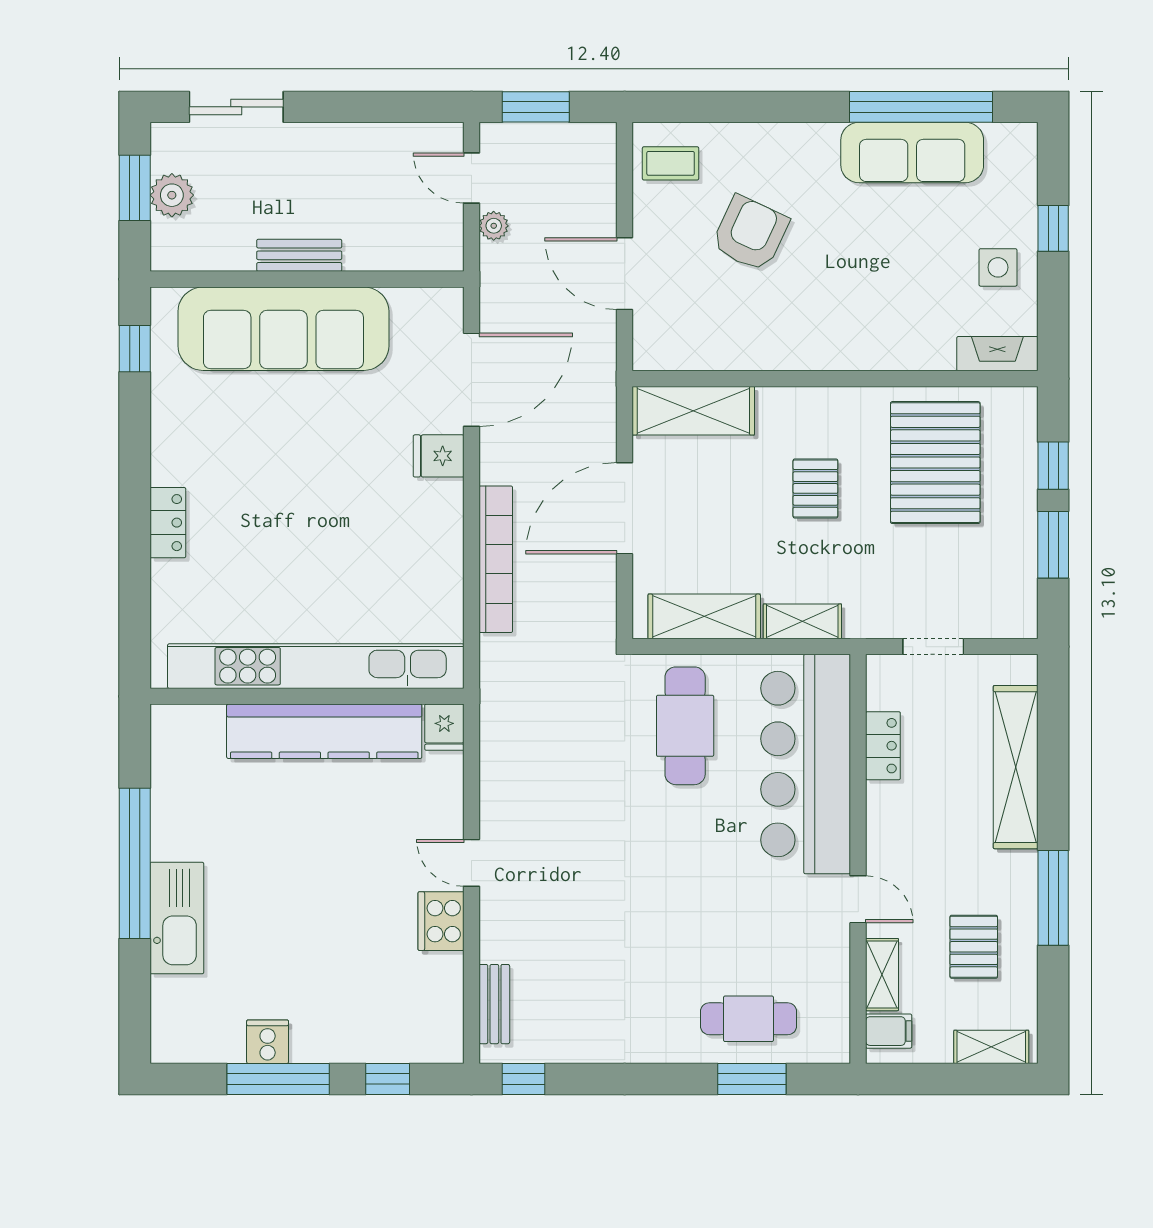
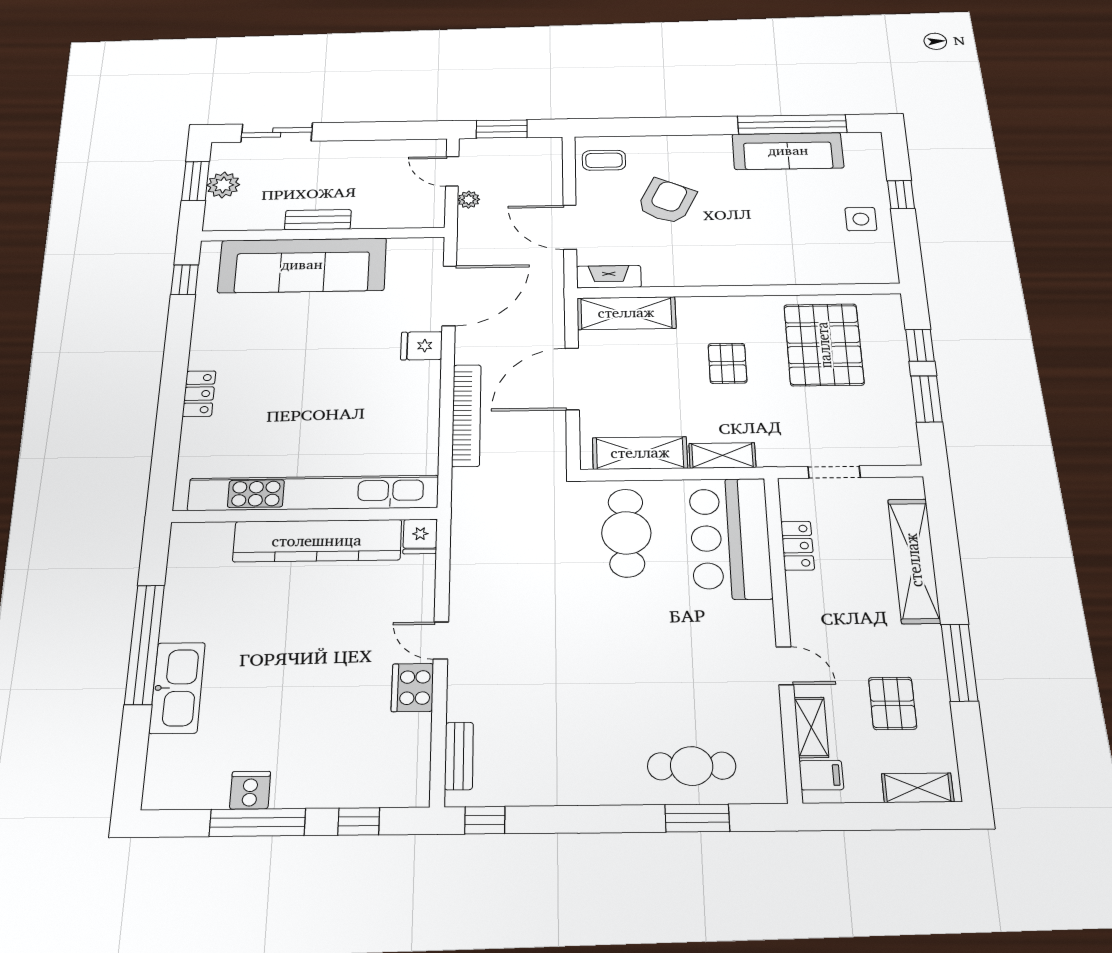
fireplace: (997, 354) -> (609, 277), moved
bar counter: (806, 764) -> (730, 538), width x0.73

